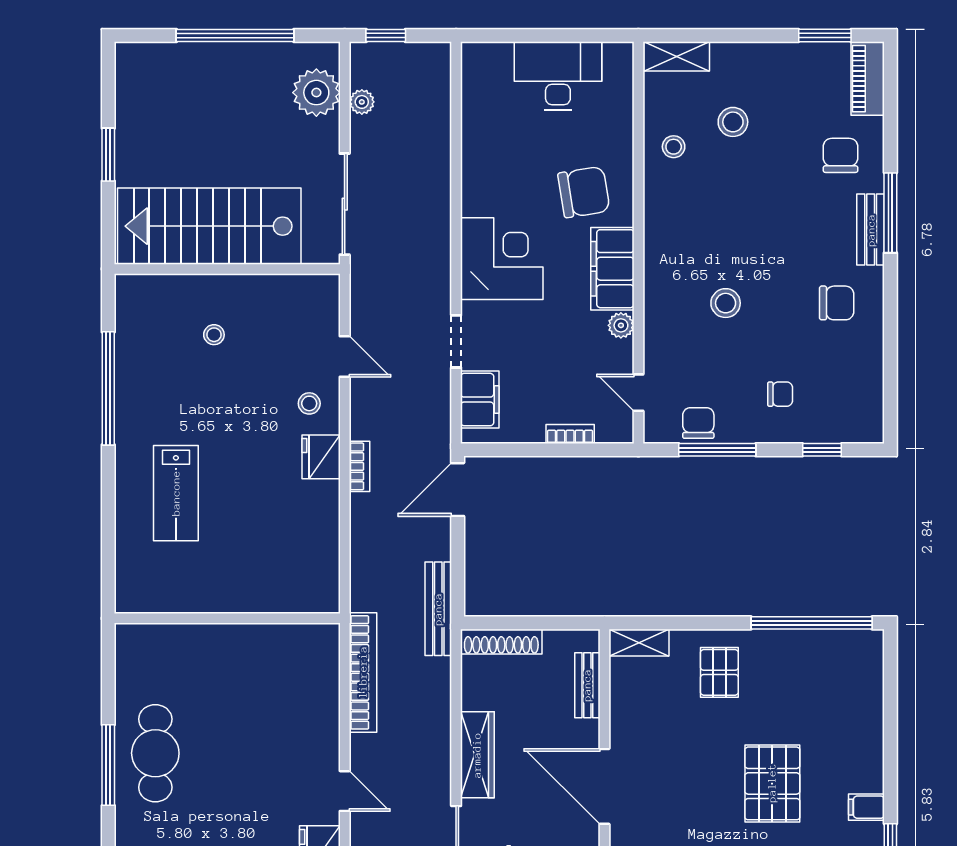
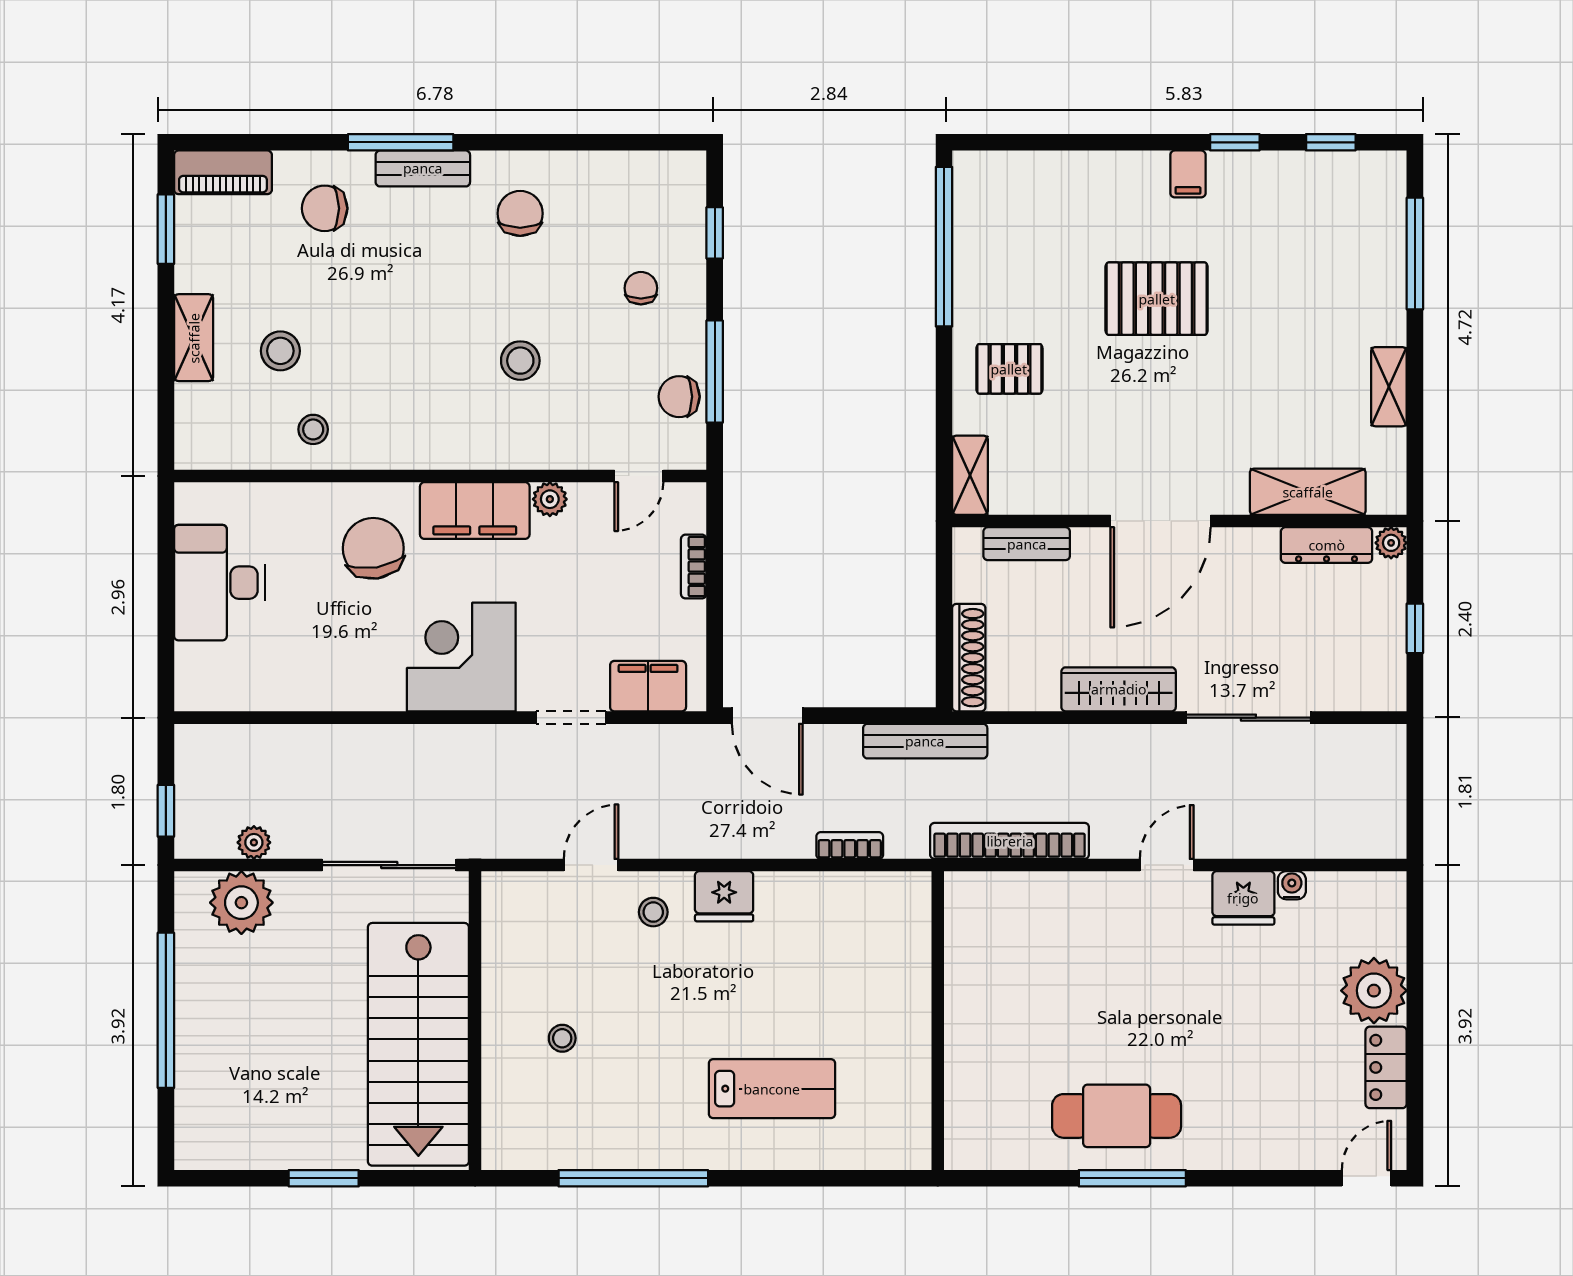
shelving: (677, 56) -> (194, 338), moved
bookcase: (359, 466) -> (850, 846), moved

